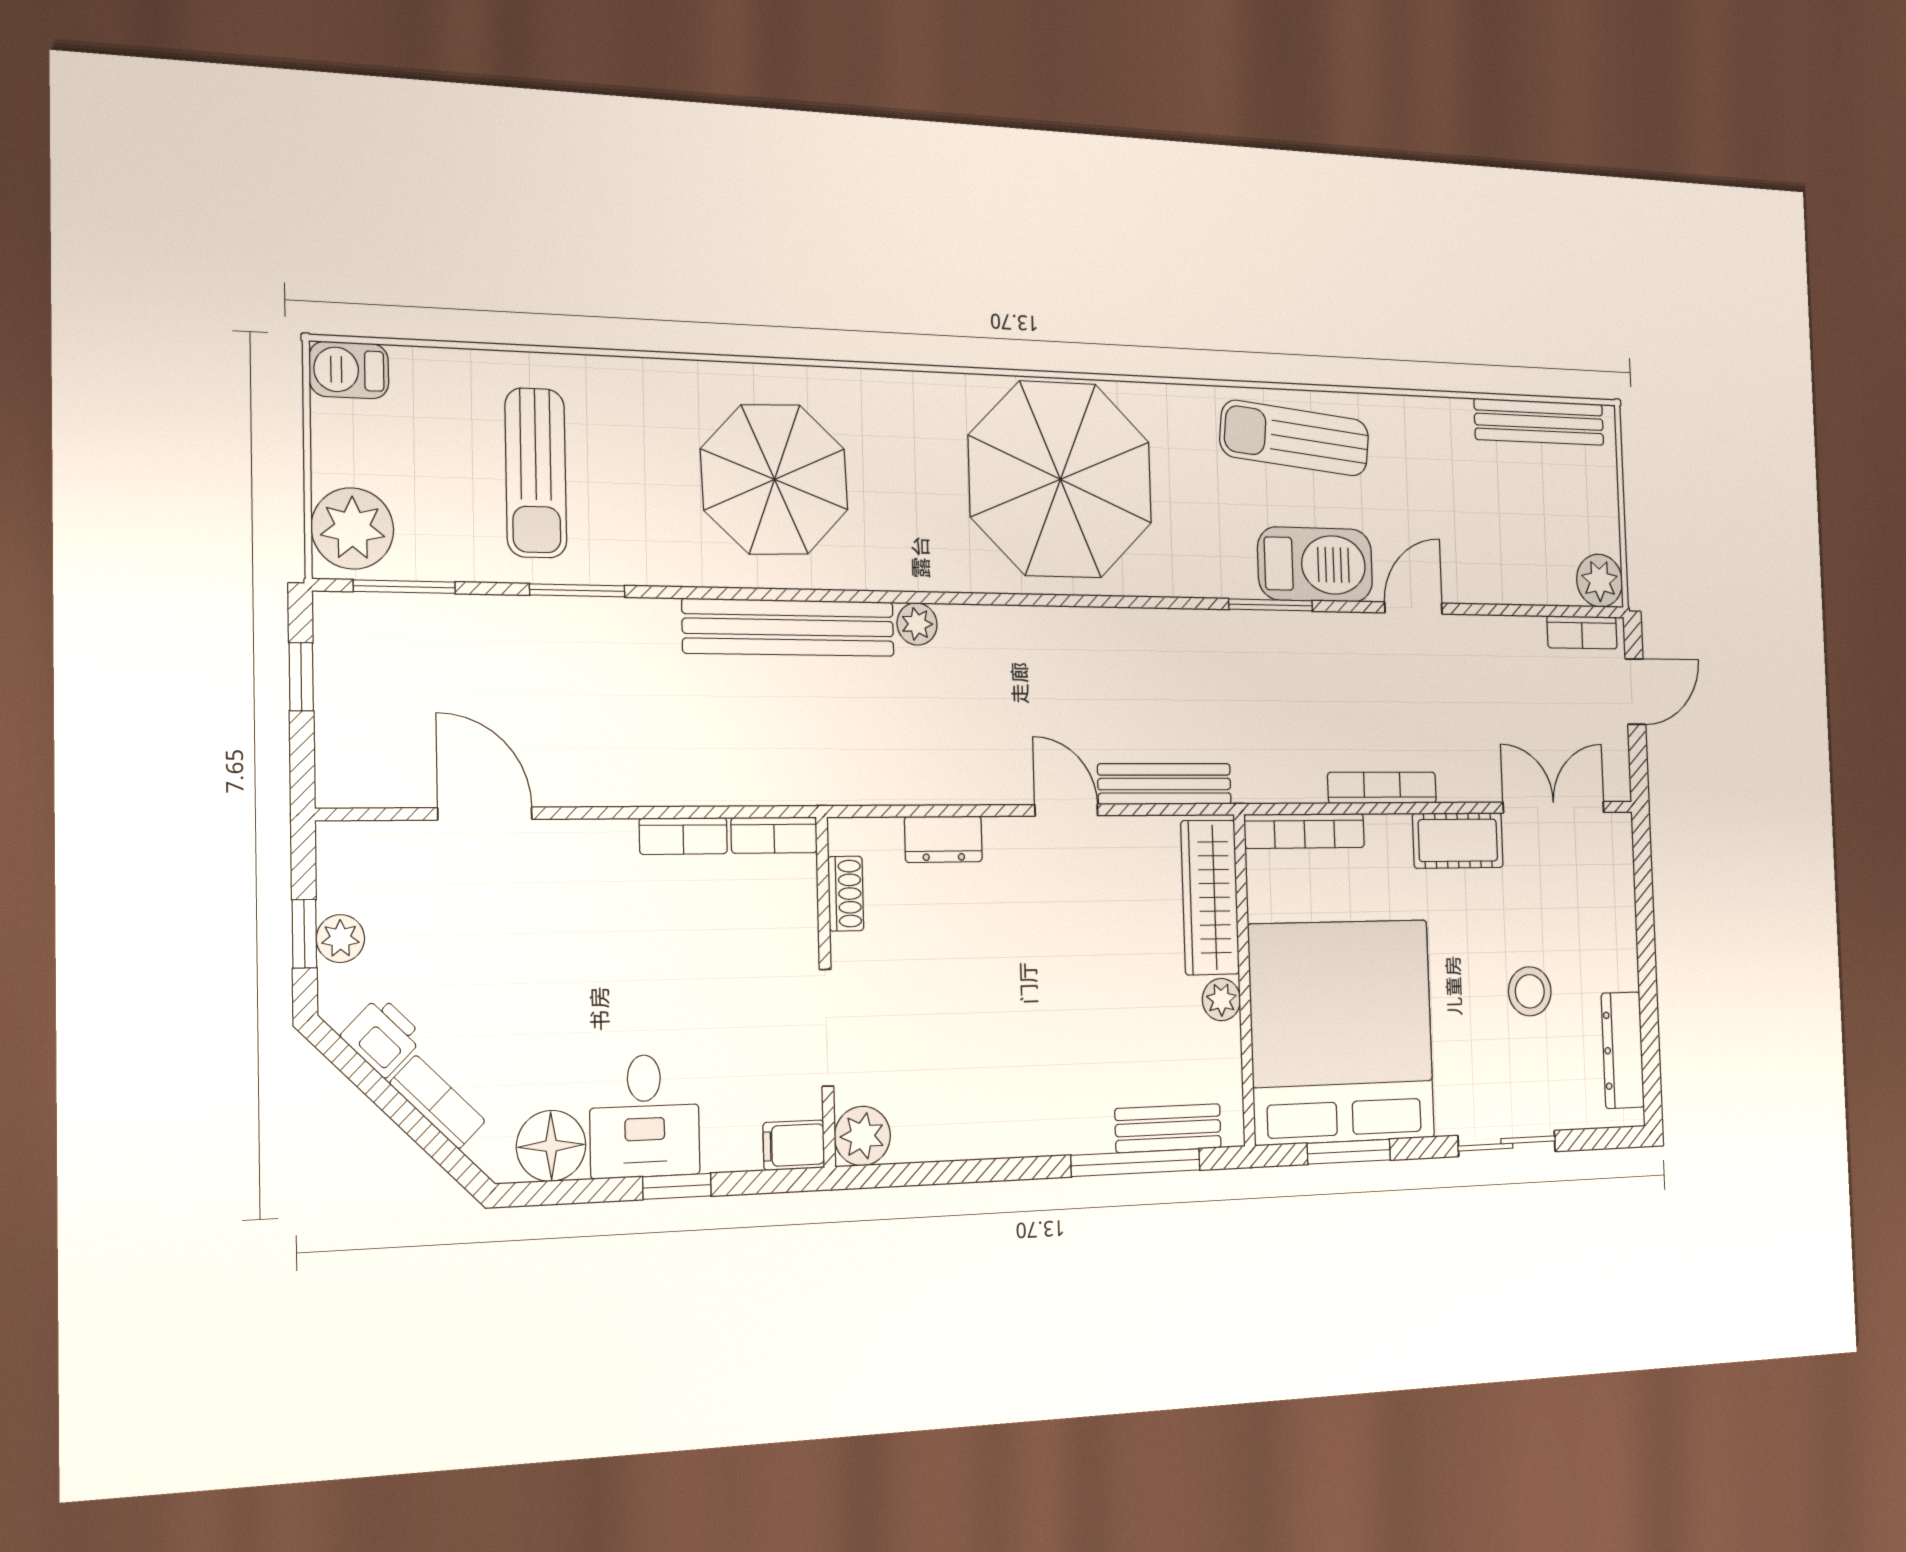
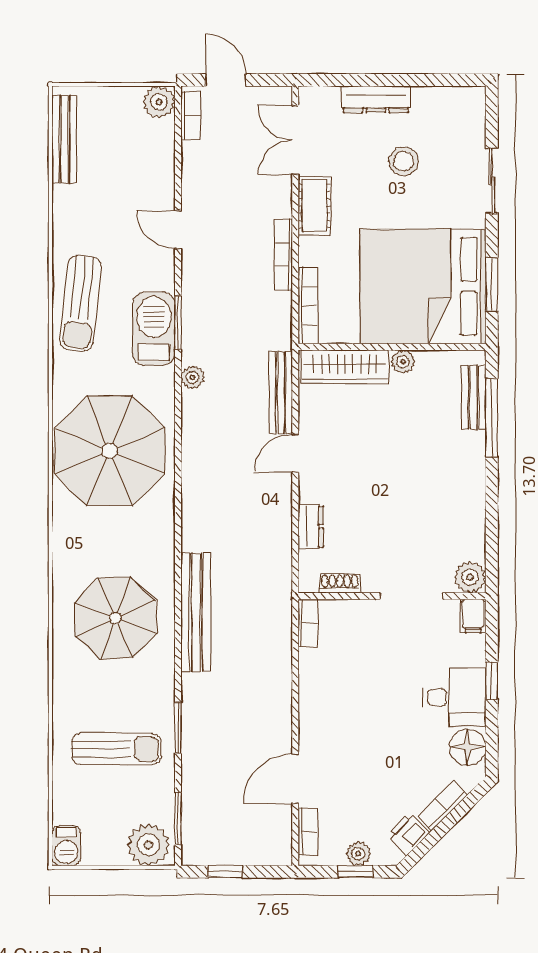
barbecue: (1315, 564) -> (154, 329), moved
plant: (917, 624) -> (193, 377), moved
bookcase: (683, 836) -> (308, 831), moved
dresser: (1623, 1050) -> (376, 99), moved

